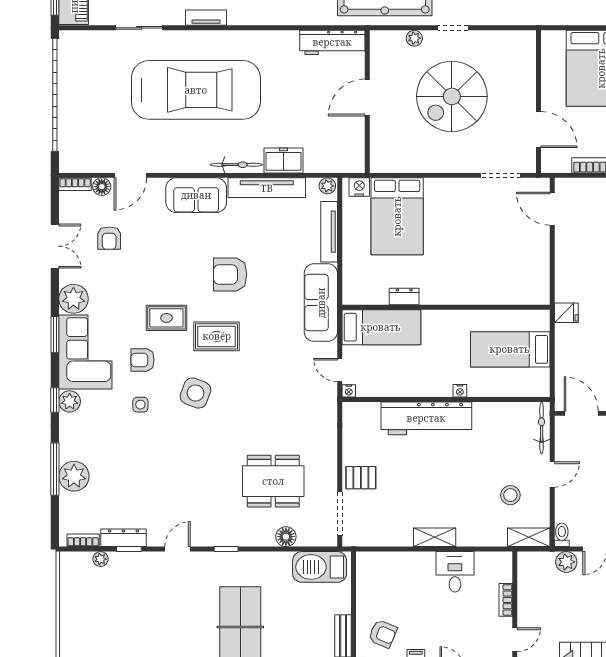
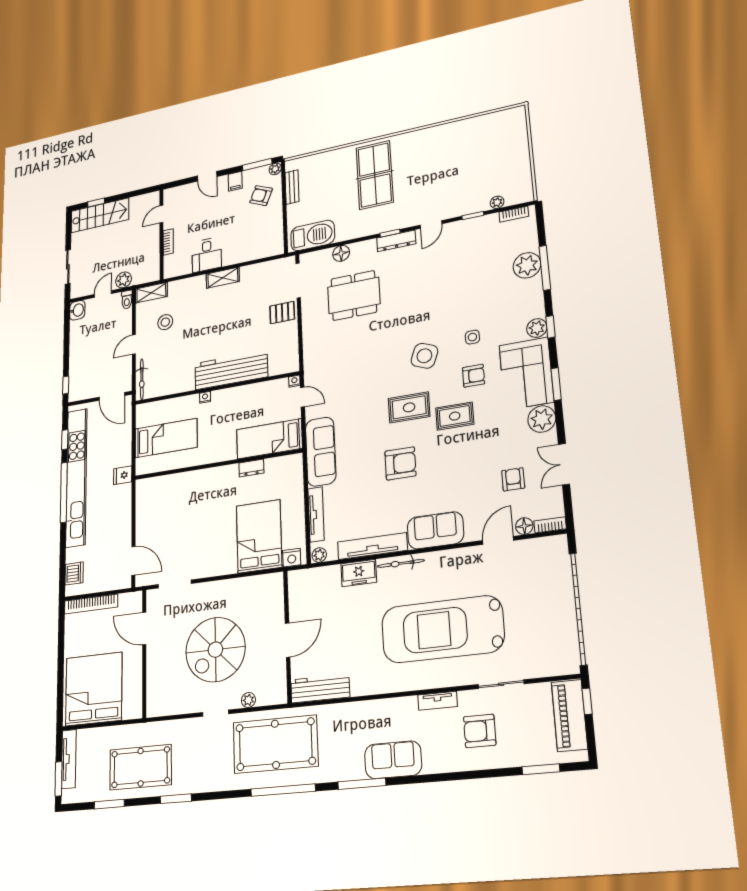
spiral stairs: (452, 96) -> (215, 650), turned 180
dresser: (123, 538) -> (396, 241), moved

